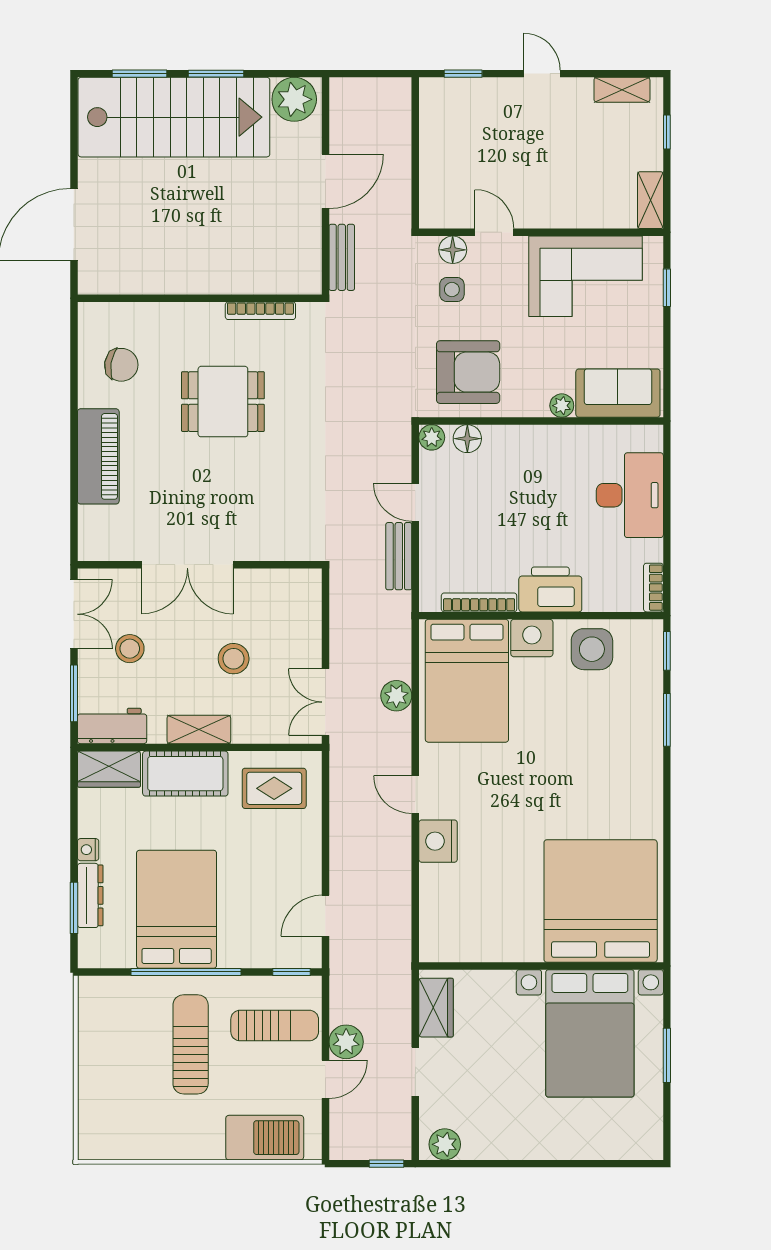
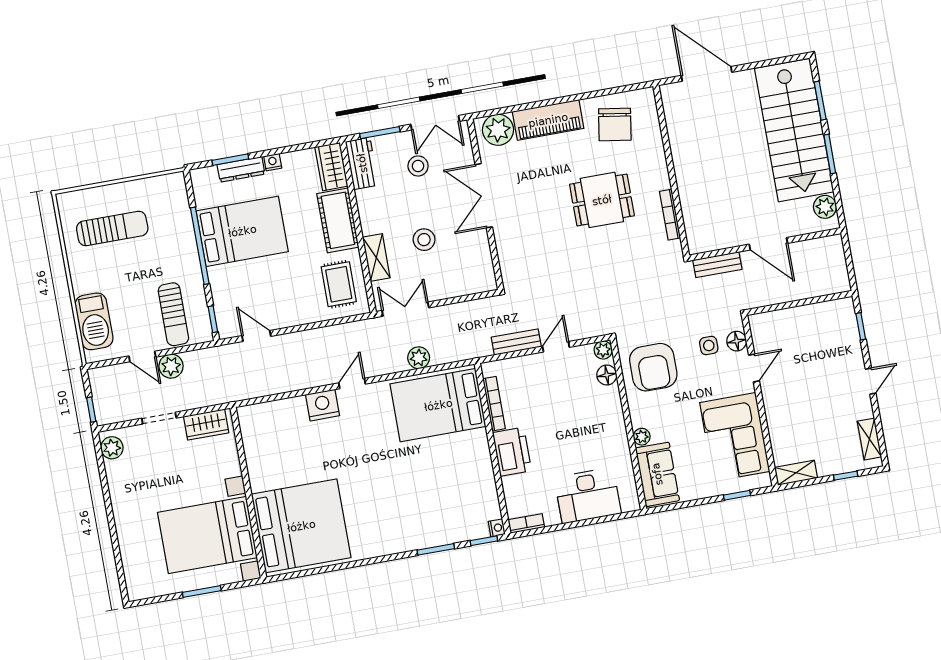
plant: (294, 99) -> (825, 207), width x0.73, depth x0.73
chair: (121, 365) -> (615, 124), width x1.37, depth x1.37
dining table: (223, 402) -> (602, 200), turned 90
plant: (99, 528) -> (498, 130), added
nightstand: (532, 638) -> (497, 528), moved, width x0.53, depth x0.56
side table: (592, 649) -> (476, 488), removed
shelving: (199, 729) -> (376, 257), moved
sun lounger: (191, 1044) -> (112, 229), moved

